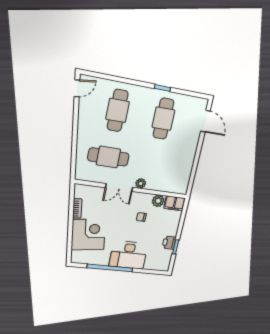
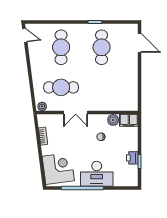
door: (77, 88) -> (25, 35), hinge flipped
plant: (141, 183) -> (42, 106), moved
corner desk: (88, 235) -> (58, 169), moved

